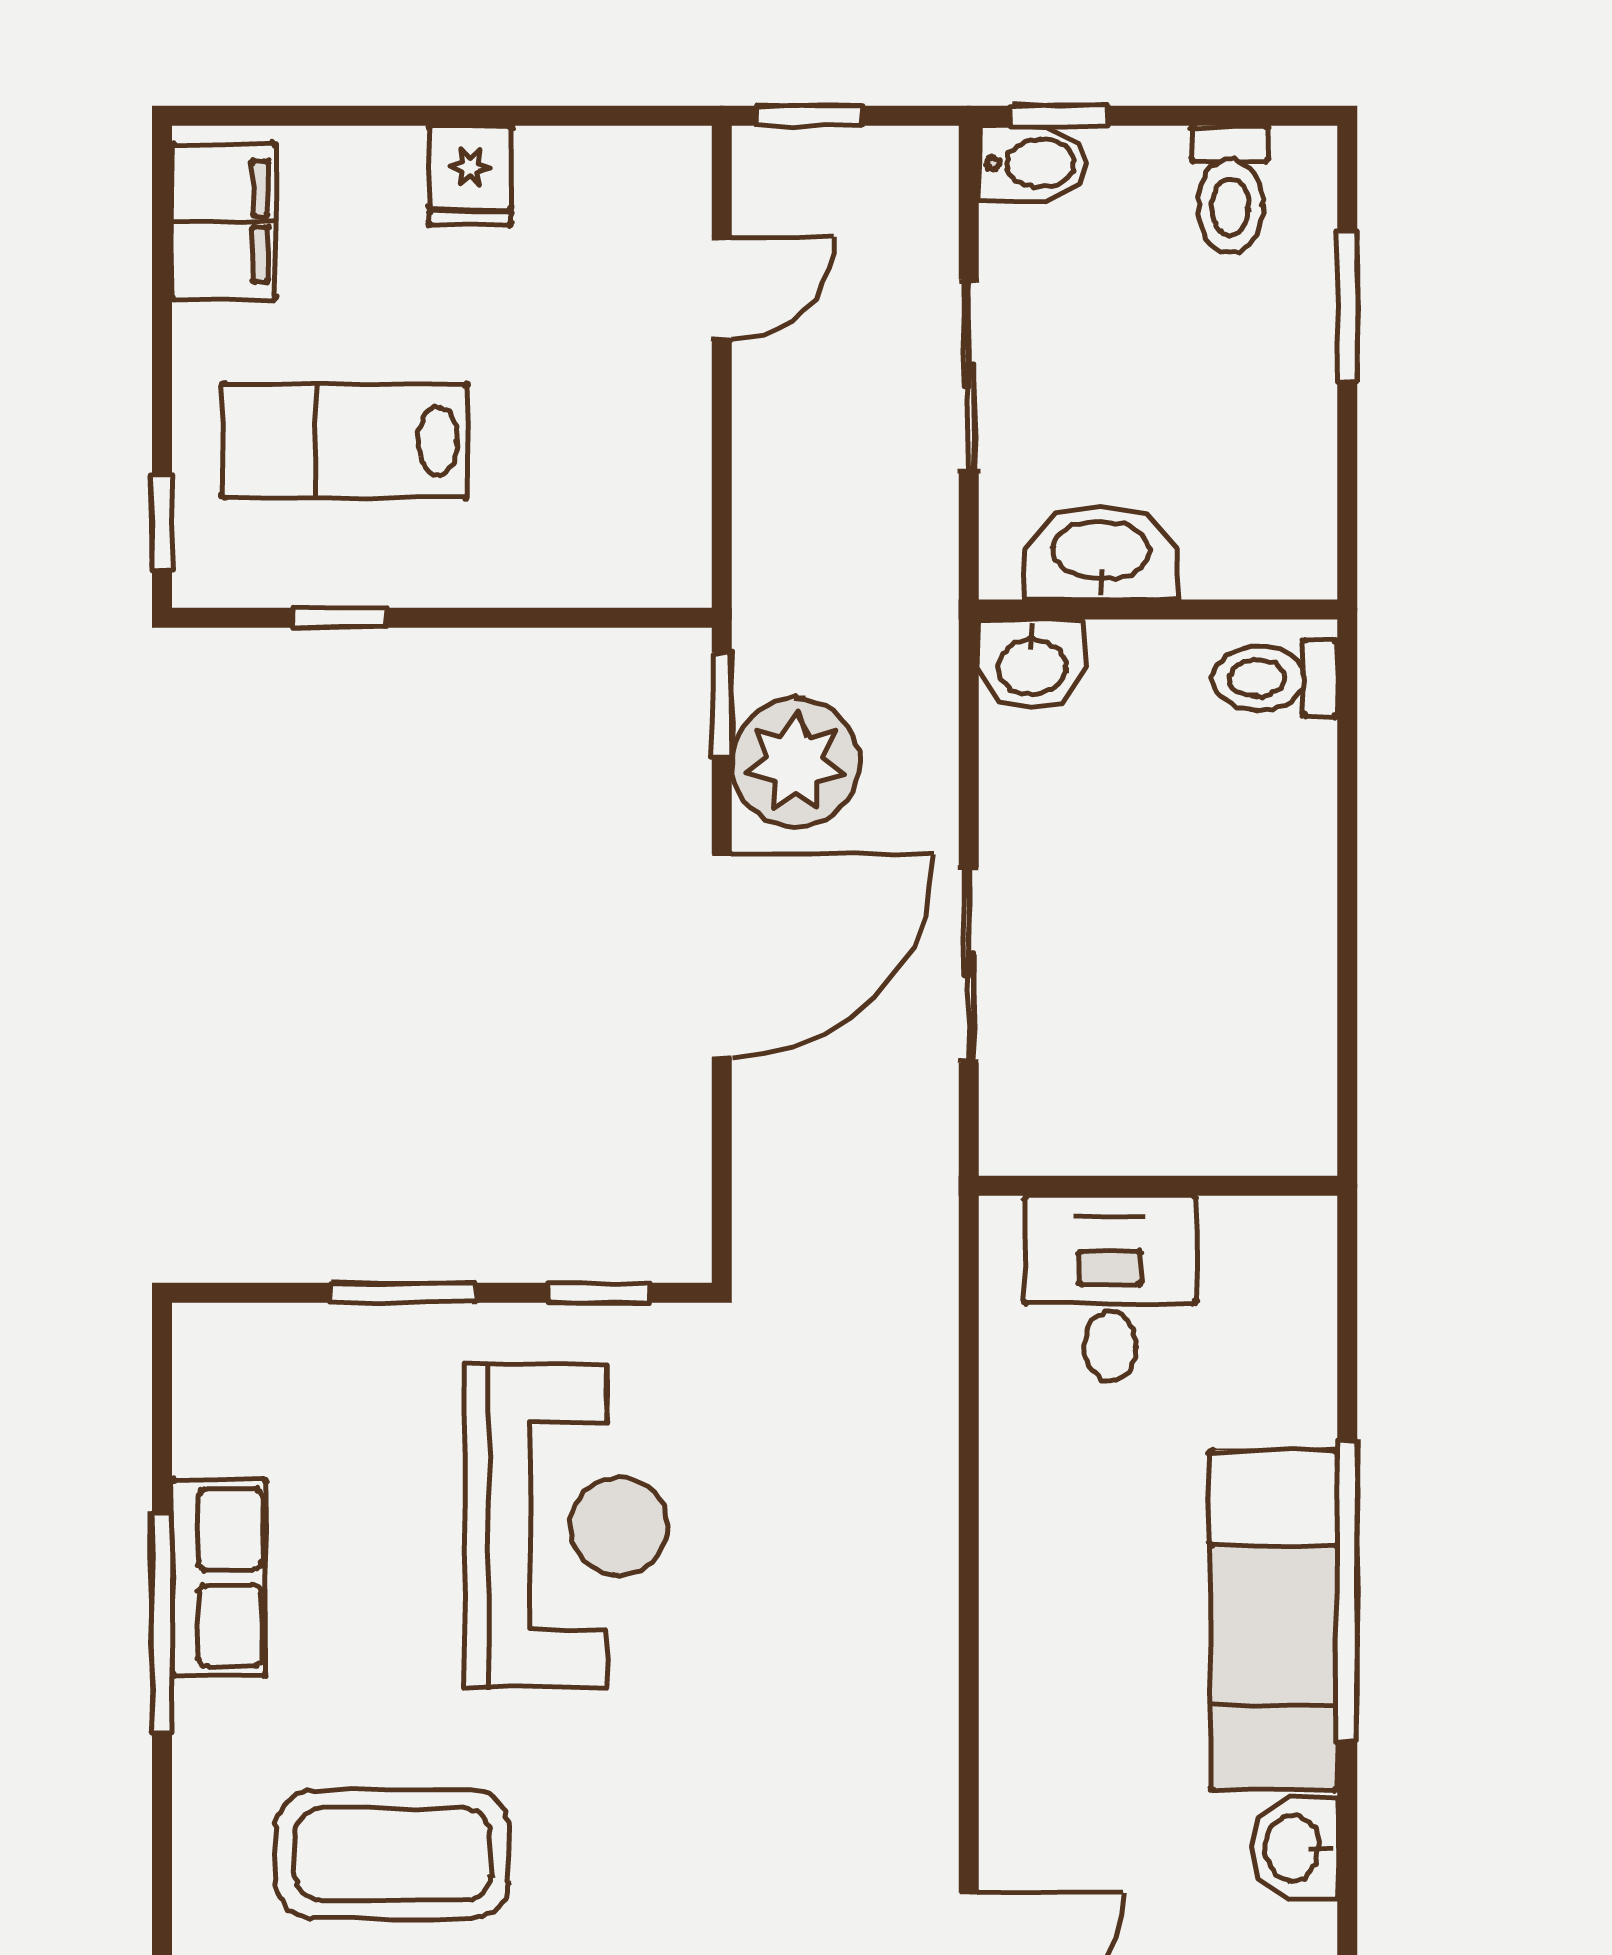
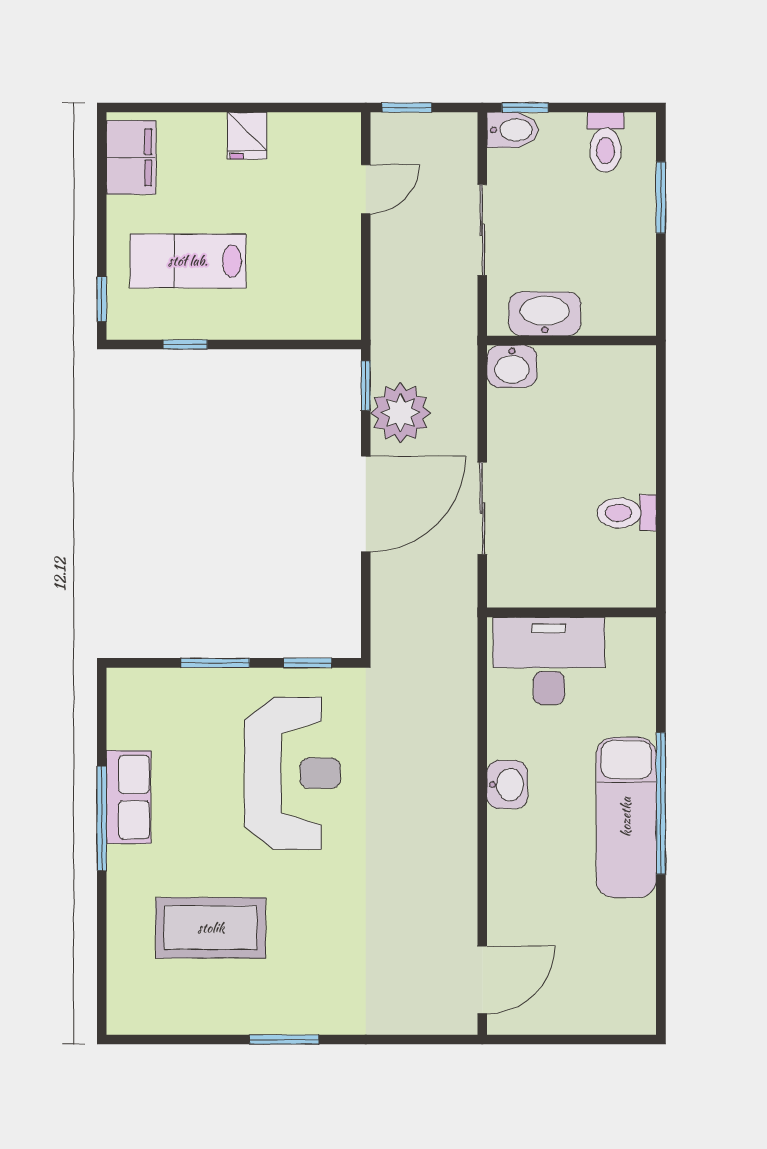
toilet: (1275, 678) -> (627, 513), moved
desk: (1110, 1289) -> (549, 661), width x1.37
washbasin: (1294, 1848) -> (507, 785), moved, turned 180

